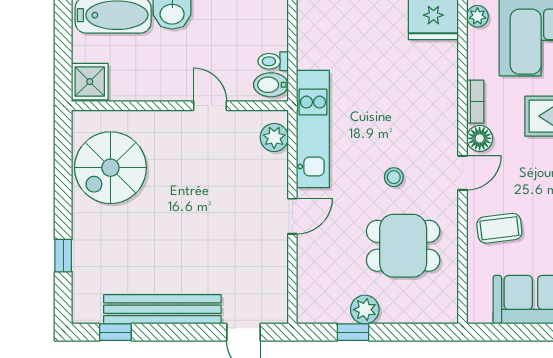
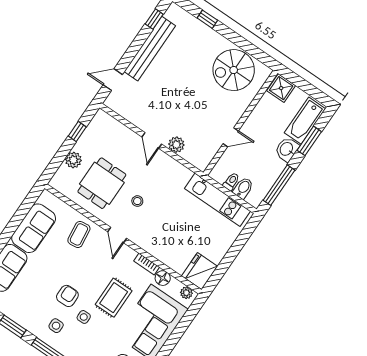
bidet: (271, 85) -> (243, 188), moved
kitchen unit: (313, 129) -> (217, 200), moved
plant: (274, 137) -> (176, 145), moved
floor lamp: (480, 138) -> (163, 278), moved
spiral stairs: (110, 168) -> (234, 70), turned -90
plant: (365, 310) -> (73, 160), moved

